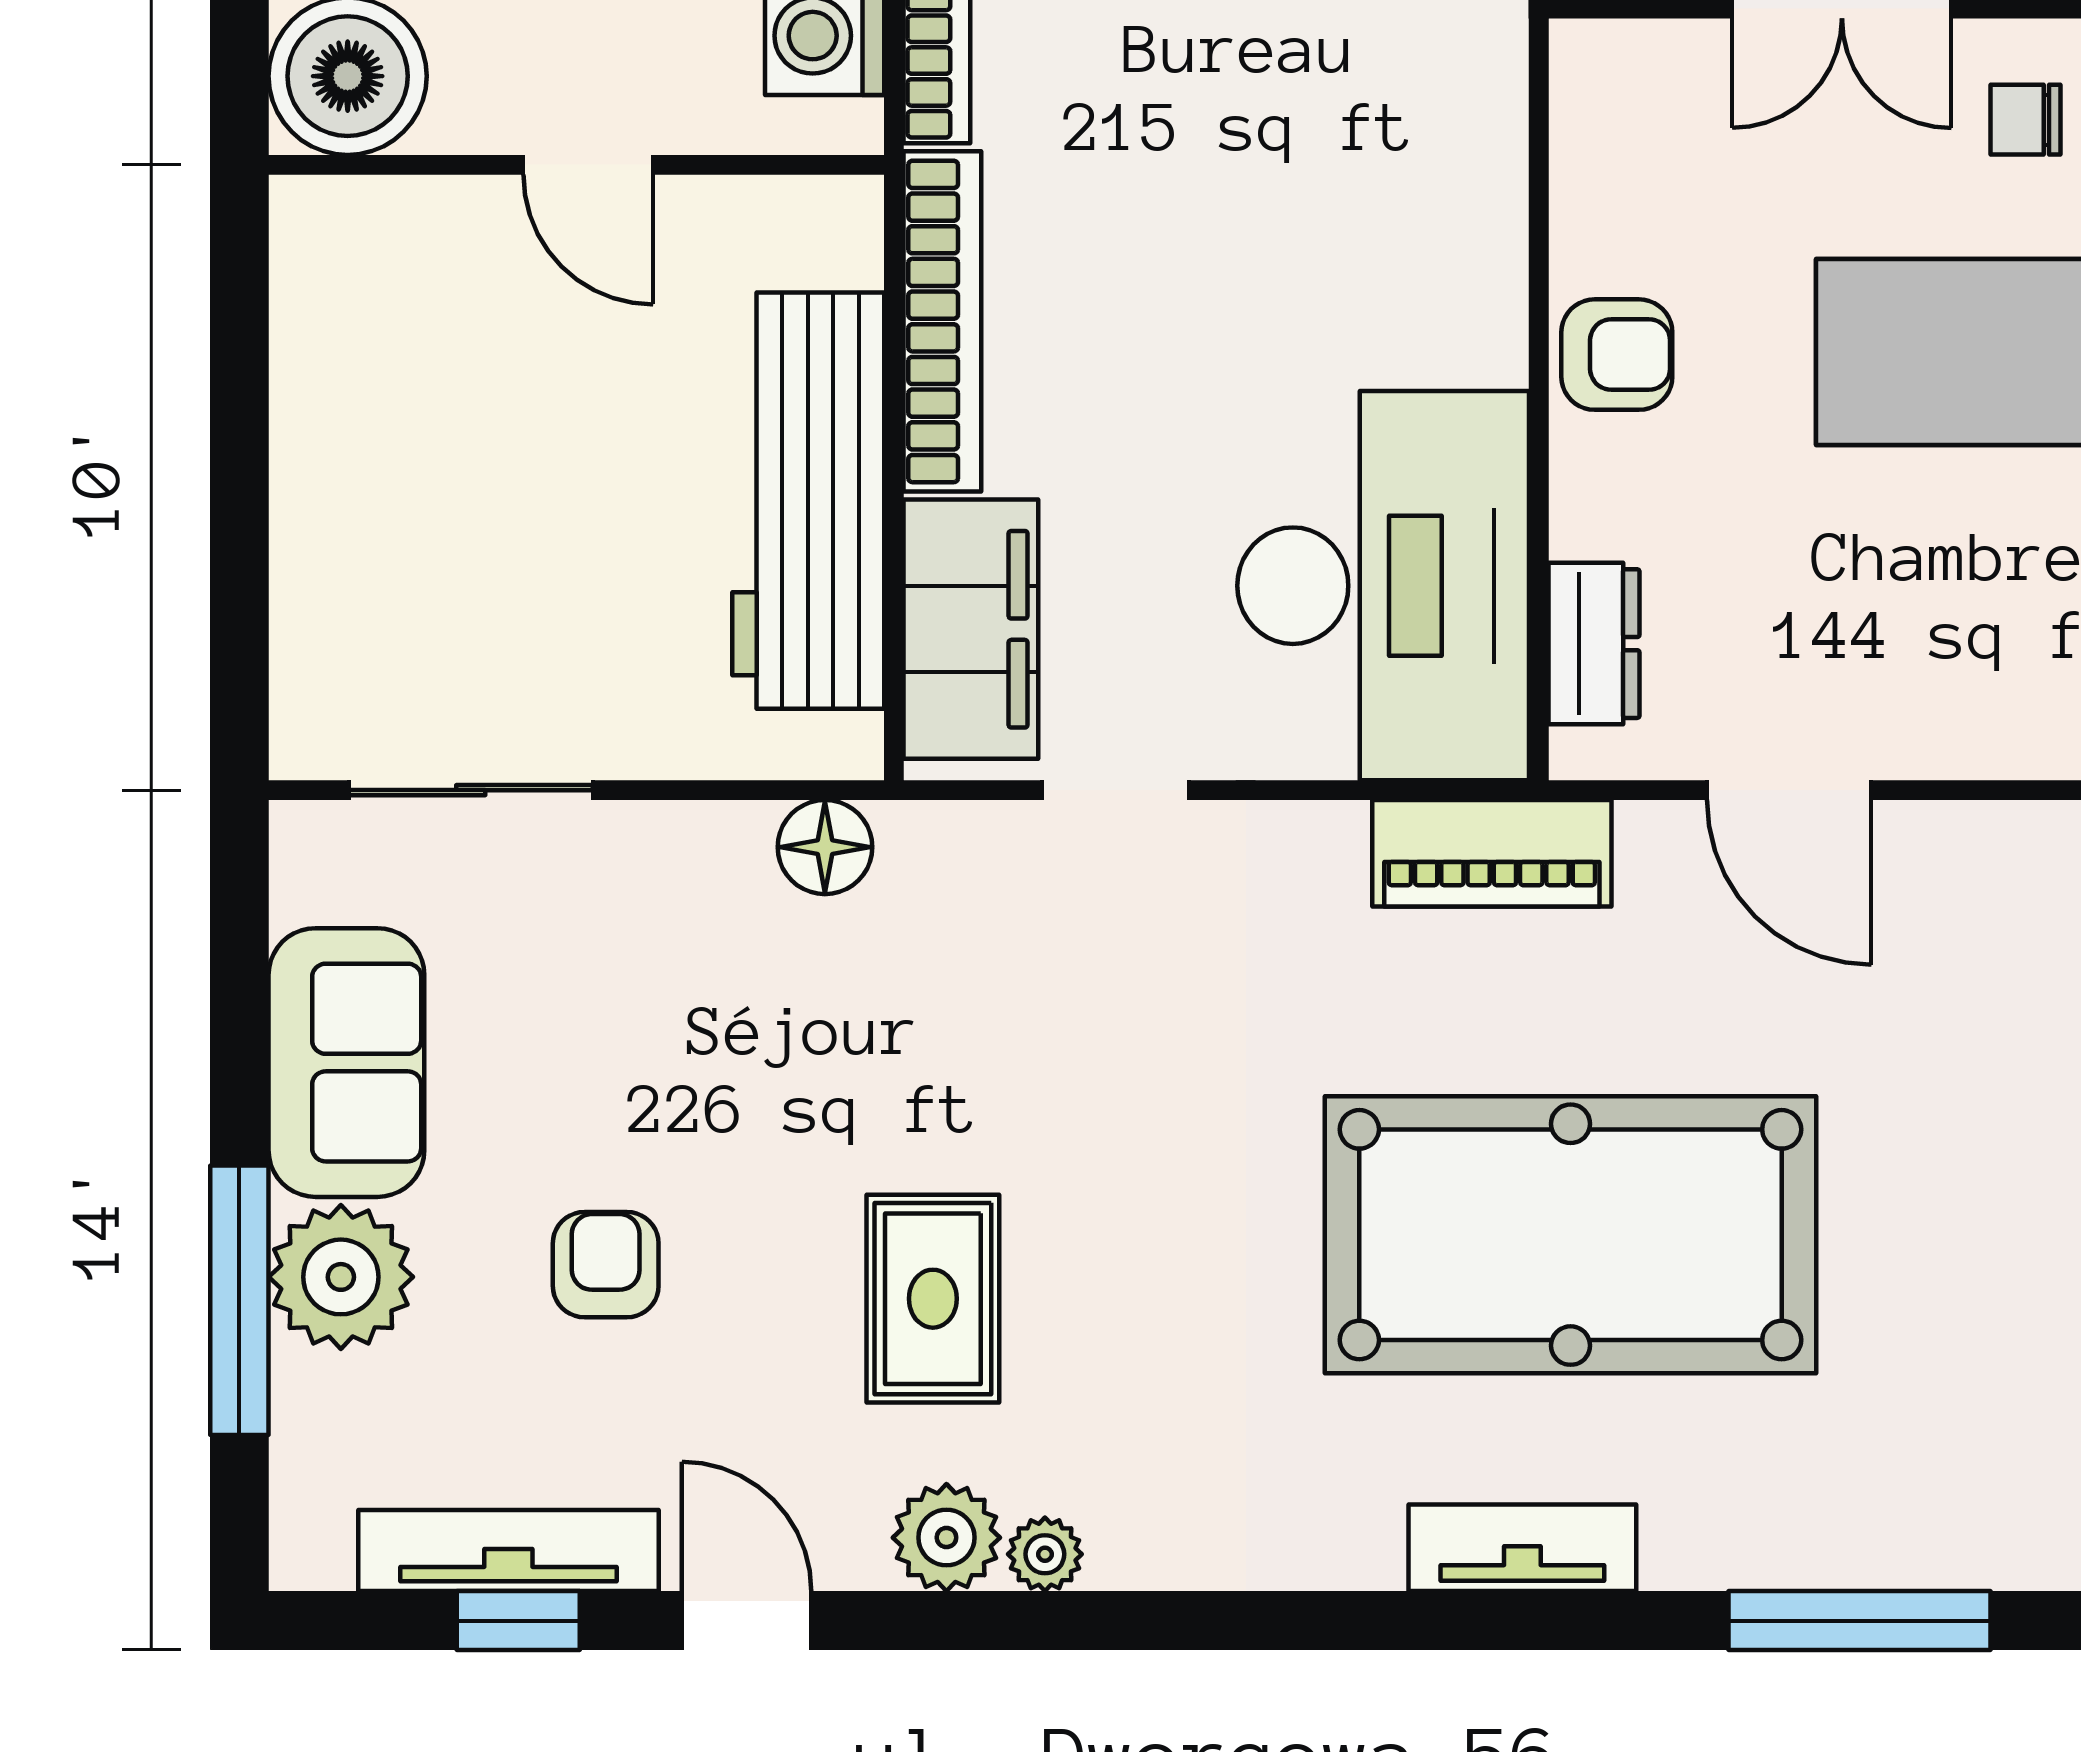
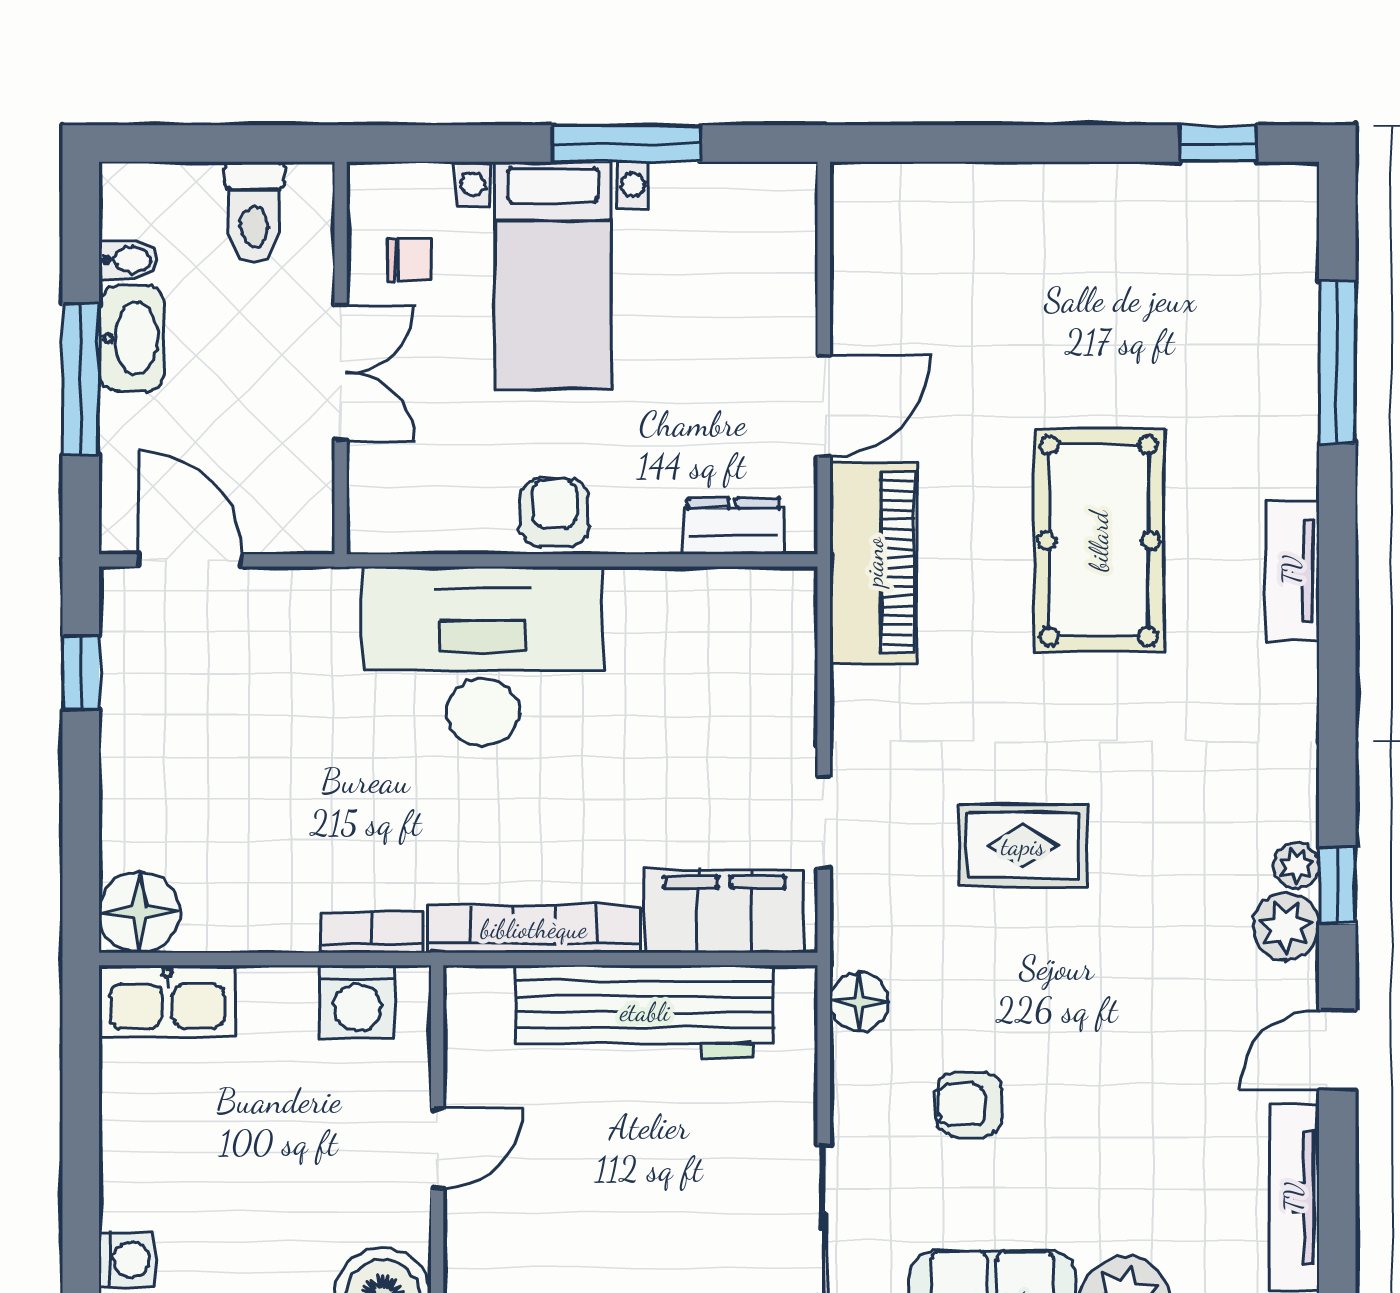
chair: (2025, 120) -> (409, 259), turned -90
desk: (1383, 586) -> (483, 656), moved
piano: (1492, 853) -> (874, 562), width x1.37, depth x1.33
pool table: (1571, 1235) -> (1099, 541), width x0.73, depth x0.76
armchair: (606, 1265) -> (969, 1105), moved
rug: (933, 1299) -> (1023, 846), moved
window: (518, 1621) -> (1337, 886), moved

